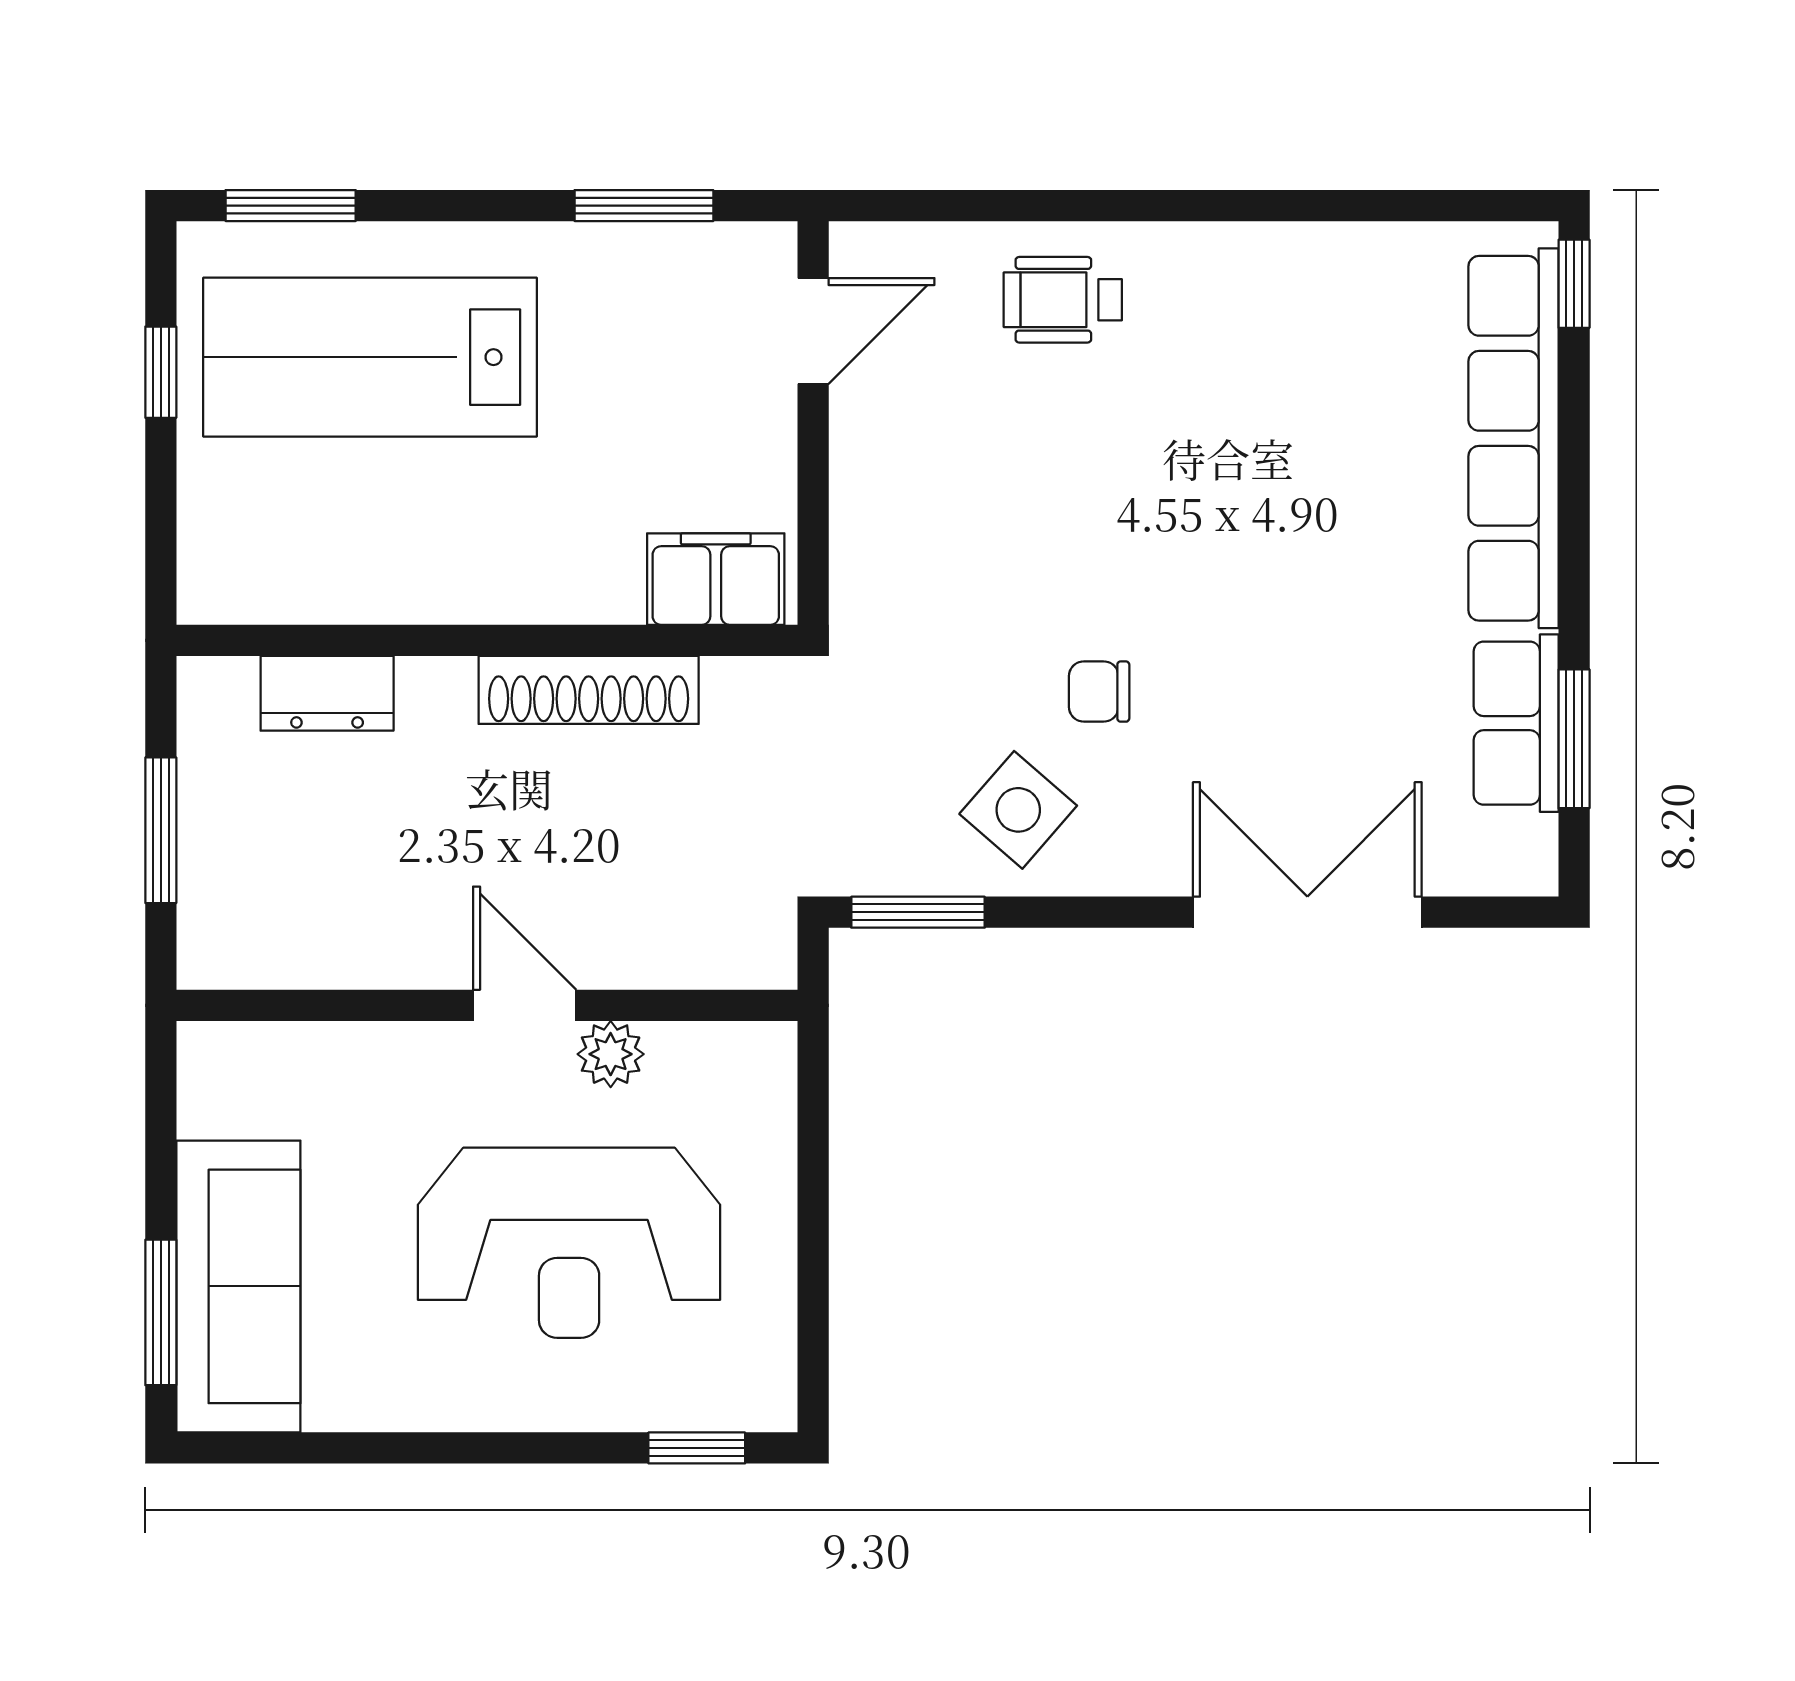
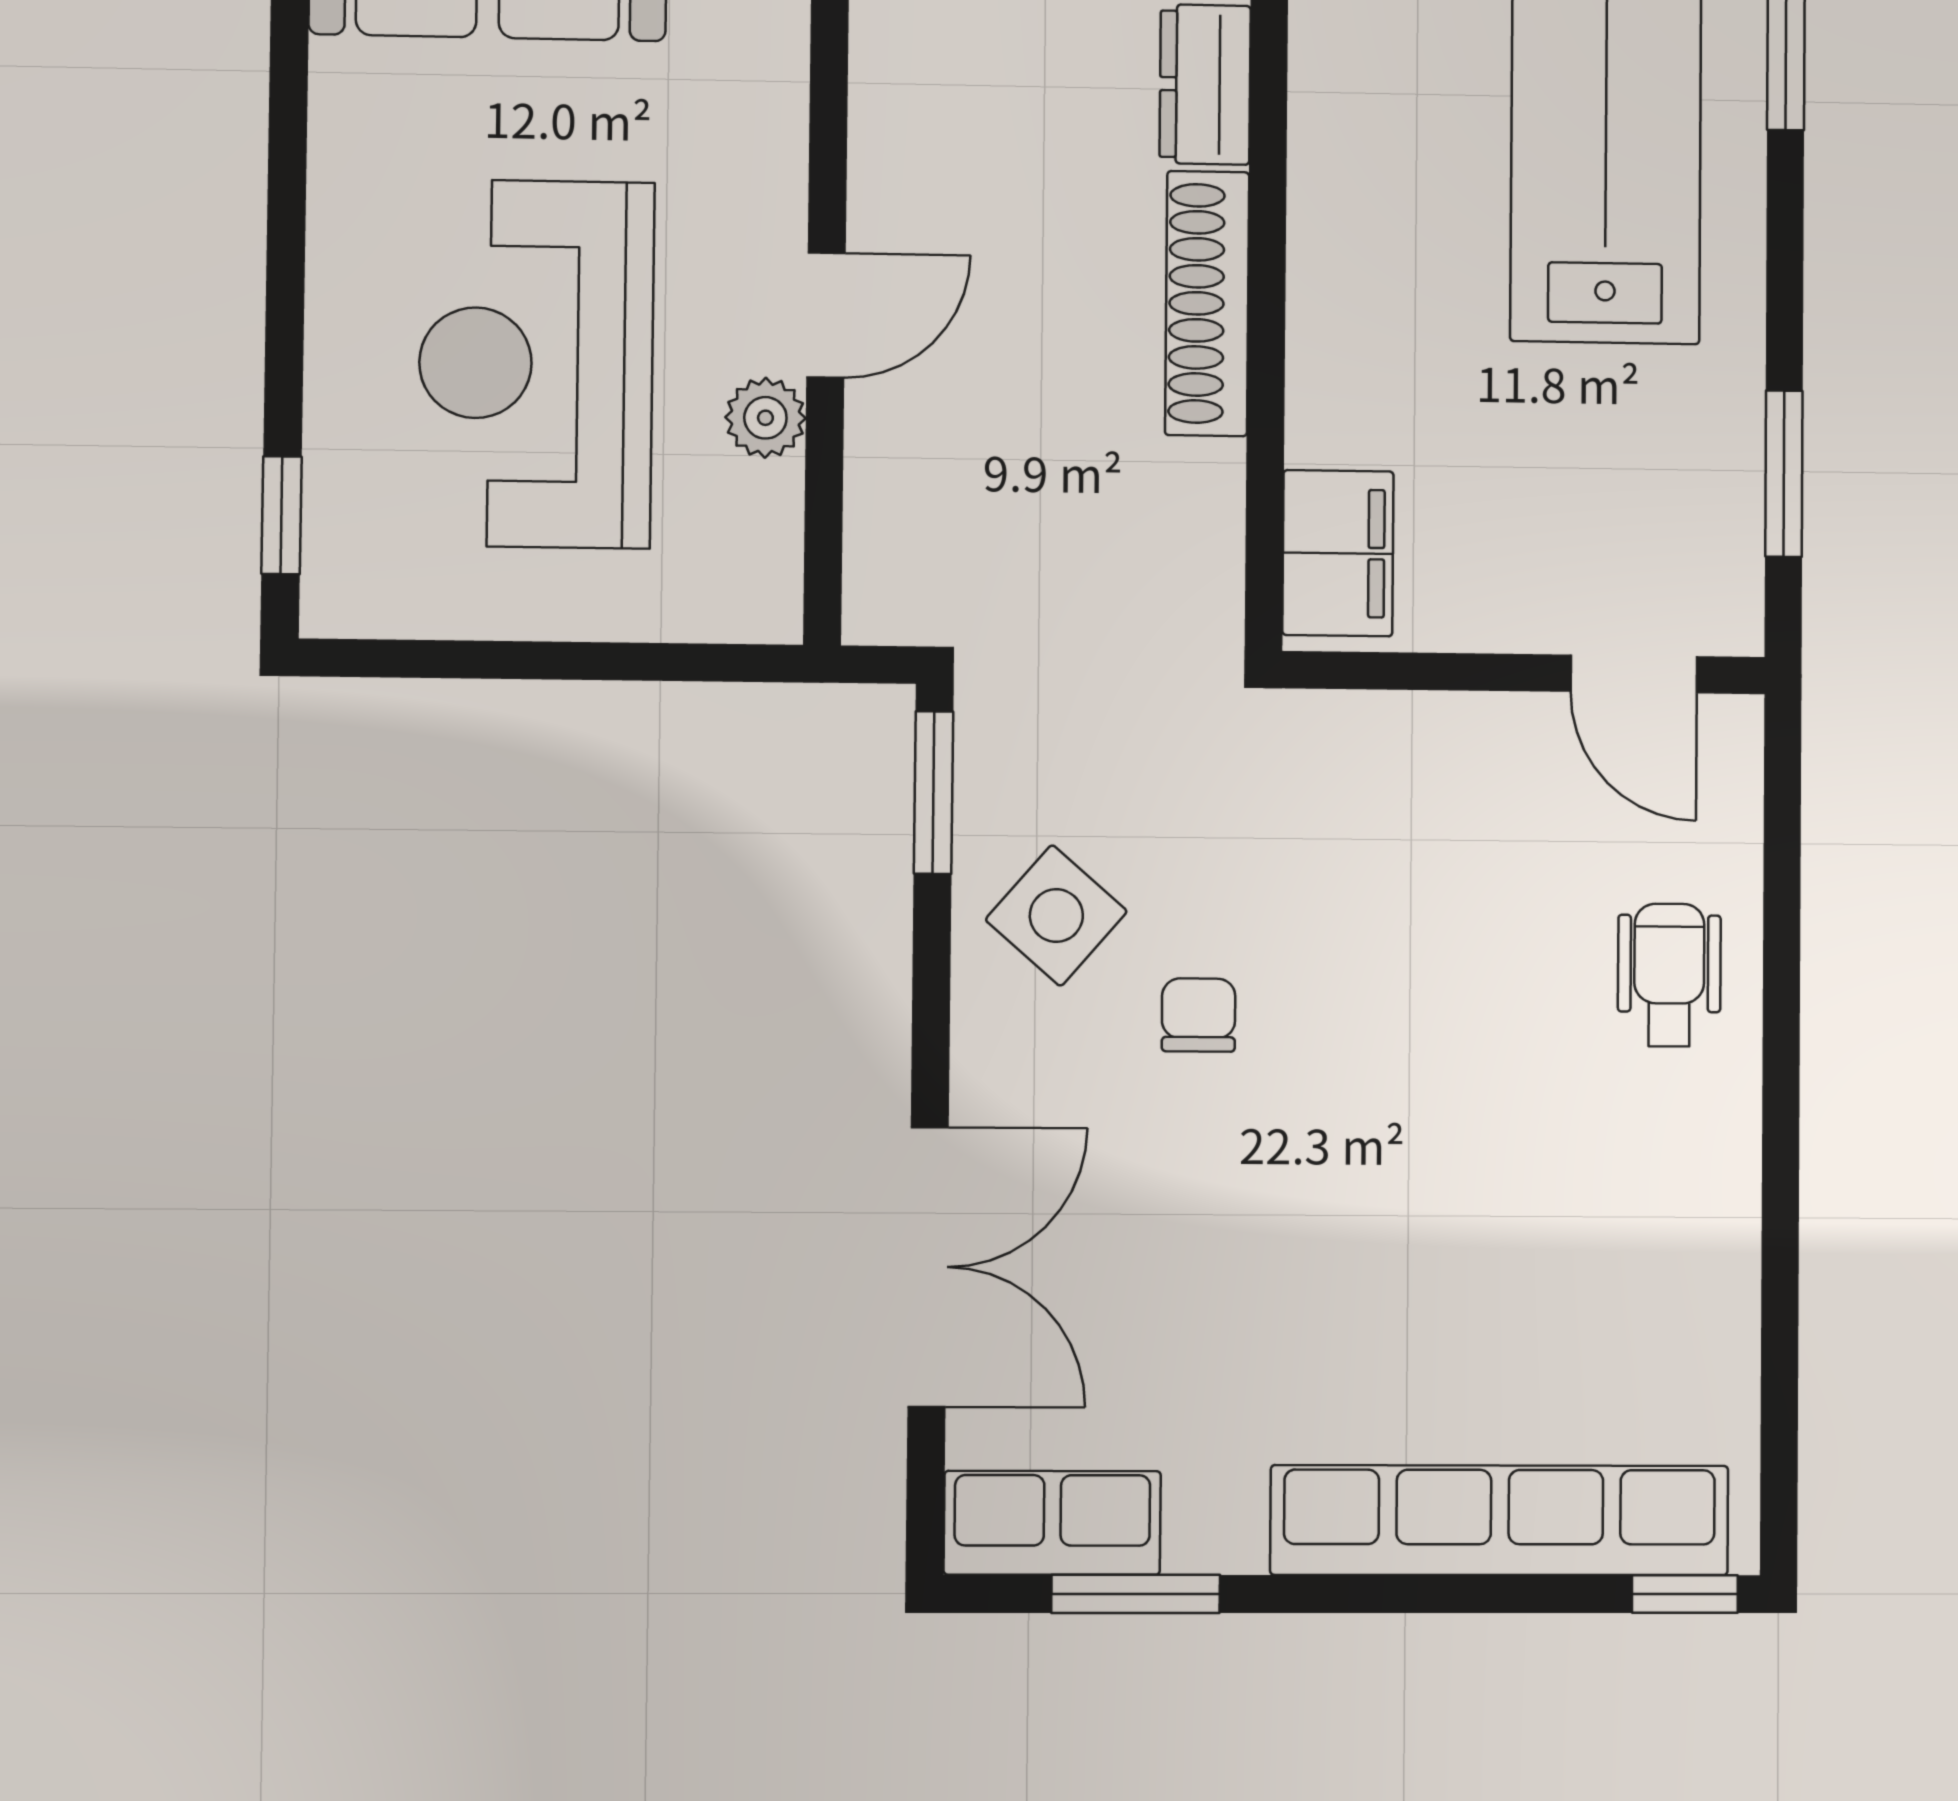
shoe rack: (589, 690) -> (1207, 304), moved
row of seats: (1516, 723) -> (1052, 1523), moved

